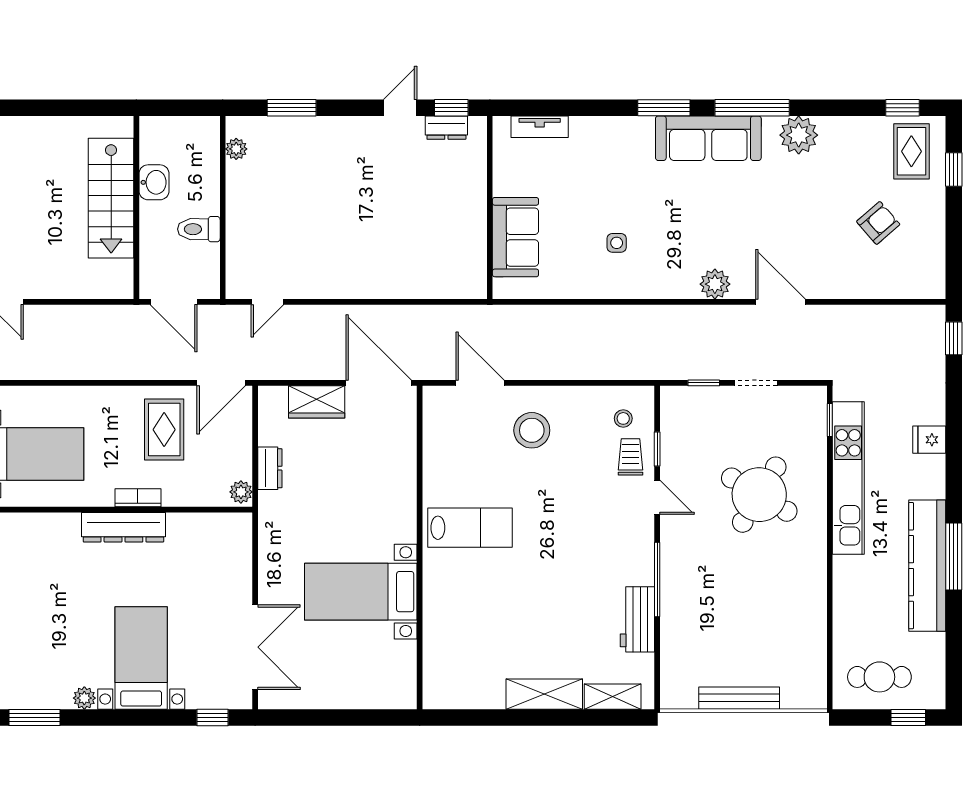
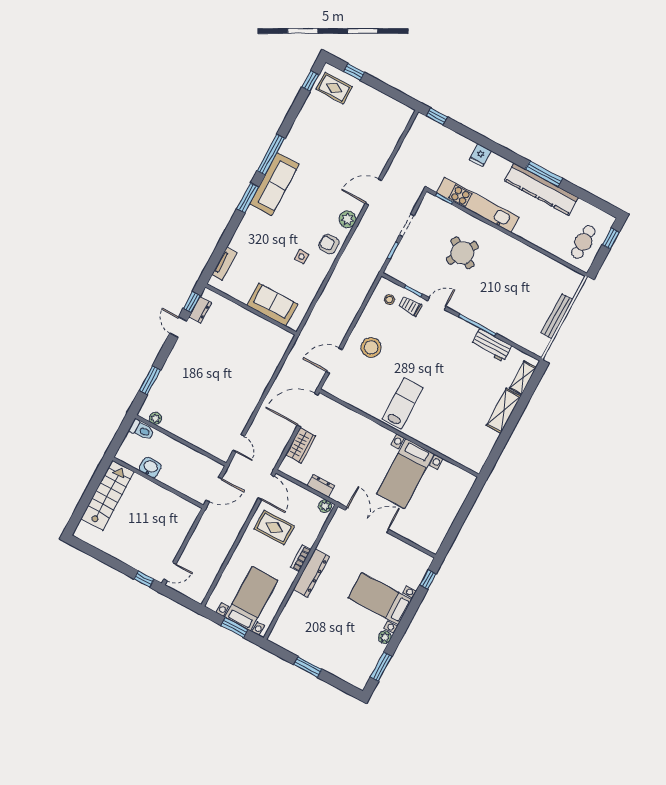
plant: (799, 135) -> (297, 139), removed
stairs: (111, 198) -> (108, 495), moved, turned -90
armchair: (878, 223) -> (329, 244), moved, turned -49
toilet: (199, 229) -> (142, 430), moved, turned -90
round table: (759, 495) -> (462, 253), width x0.73, depth x0.73
double door: (255, 647) -> (367, 520), moved

